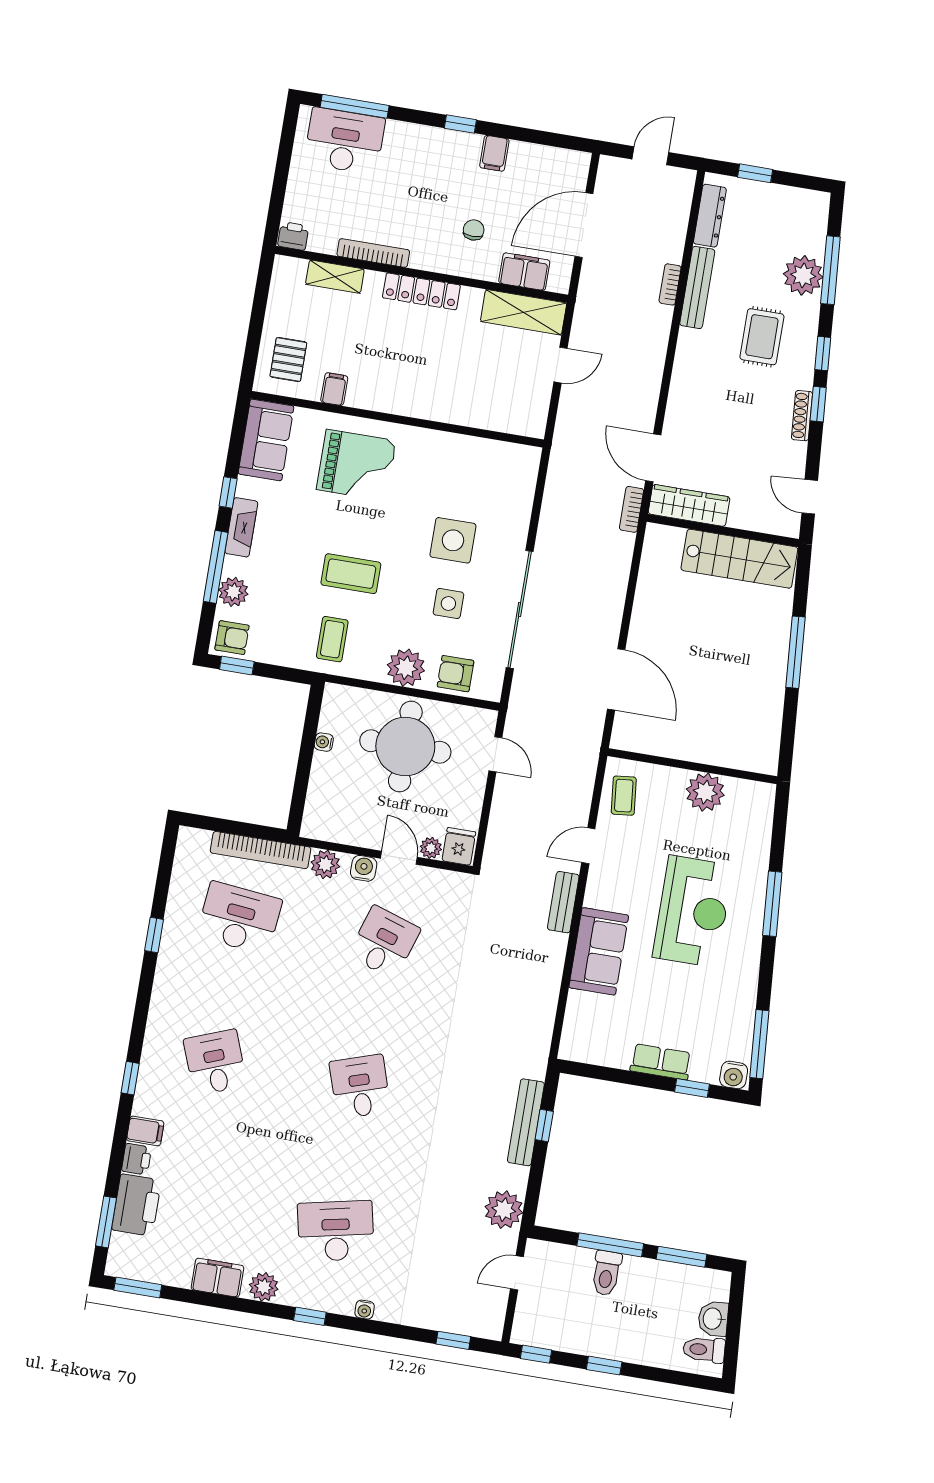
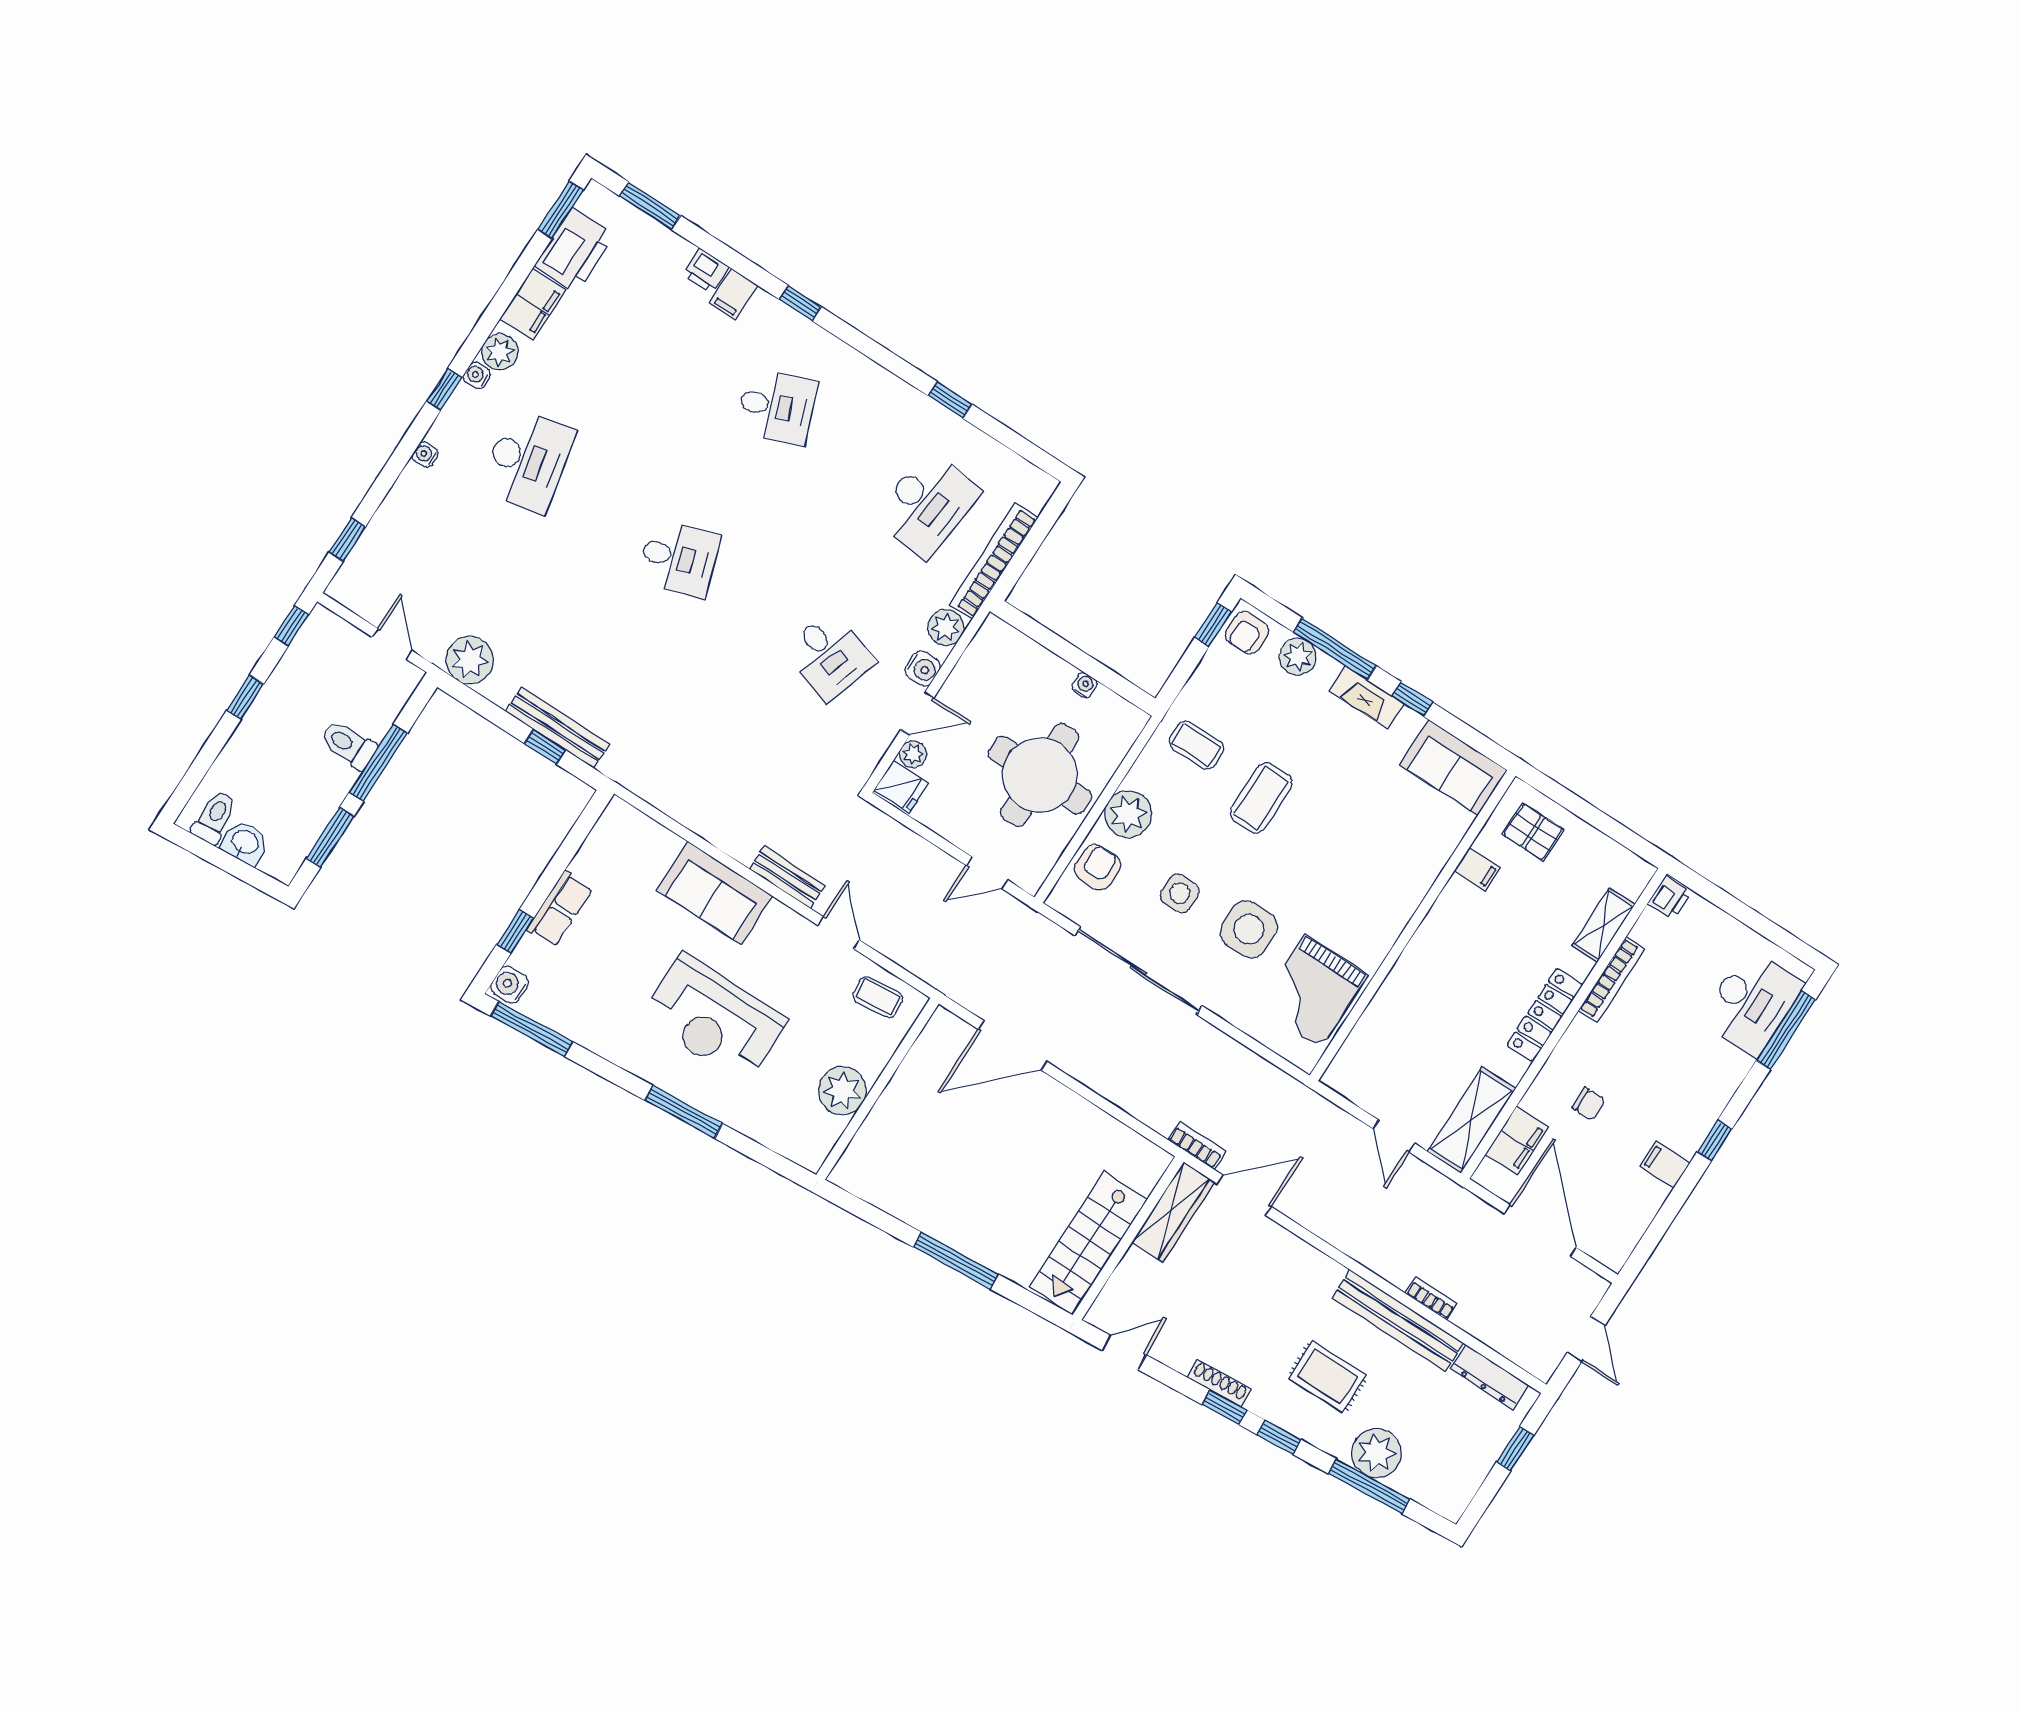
bench: (697, 287) -> (1398, 1320), width x1.37, depth x1.21
grand piano: (356, 465) -> (1313, 991), moved
printer: (137, 1205) -> (574, 250), moved, turned -90
water cooler: (289, 1296) -> (477, 375), added

